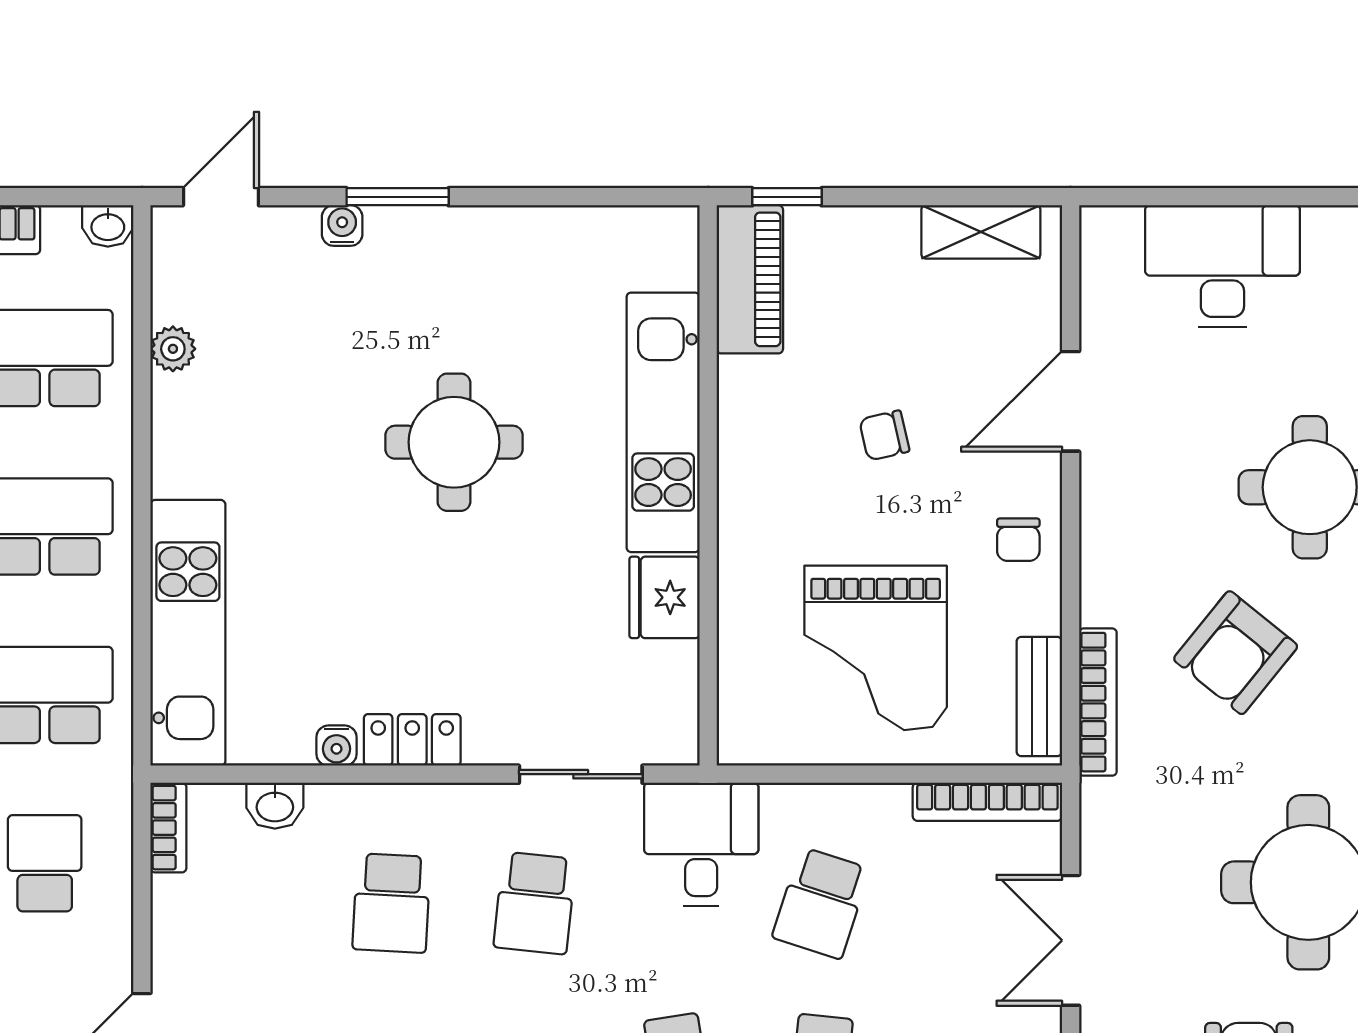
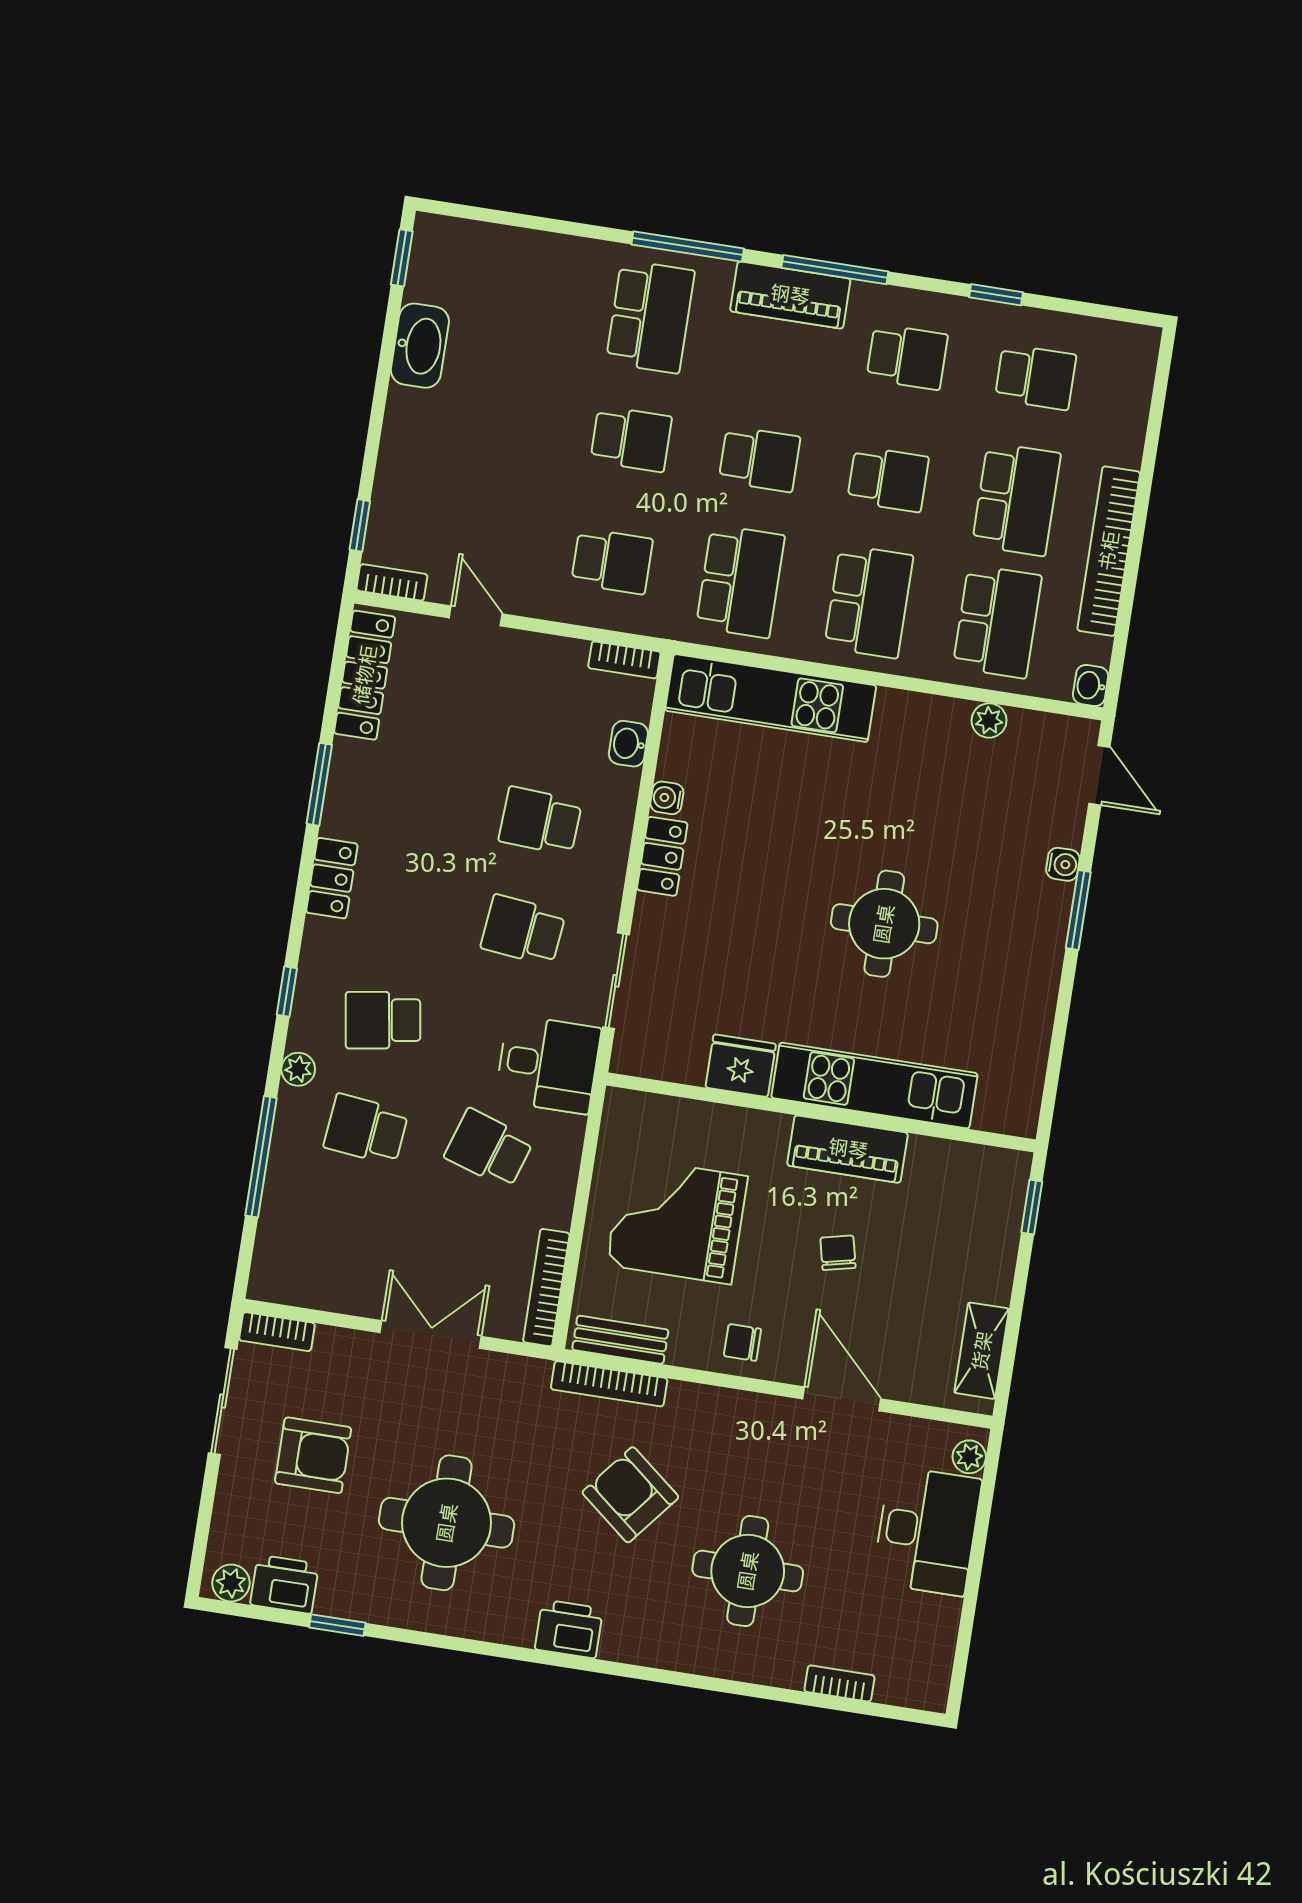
plant: (1119, 227) -> (969, 1457), added
piano: (750, 279) -> (848, 1149), moved

